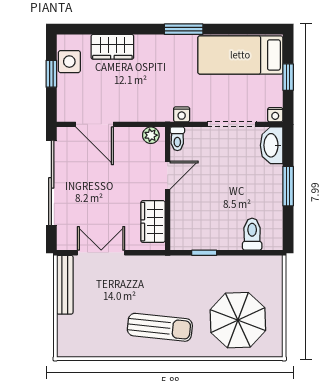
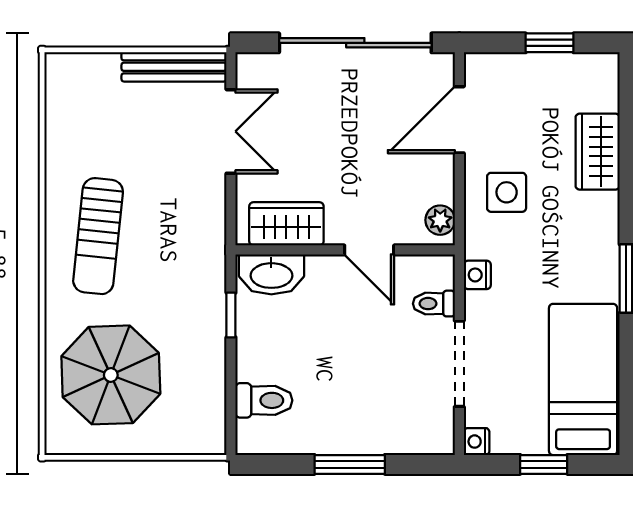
side table: (69, 62) -> (507, 192), moved
toilet: (177, 139) -> (434, 304), moved
washbasin: (272, 145) -> (271, 274), moved, turned 180

